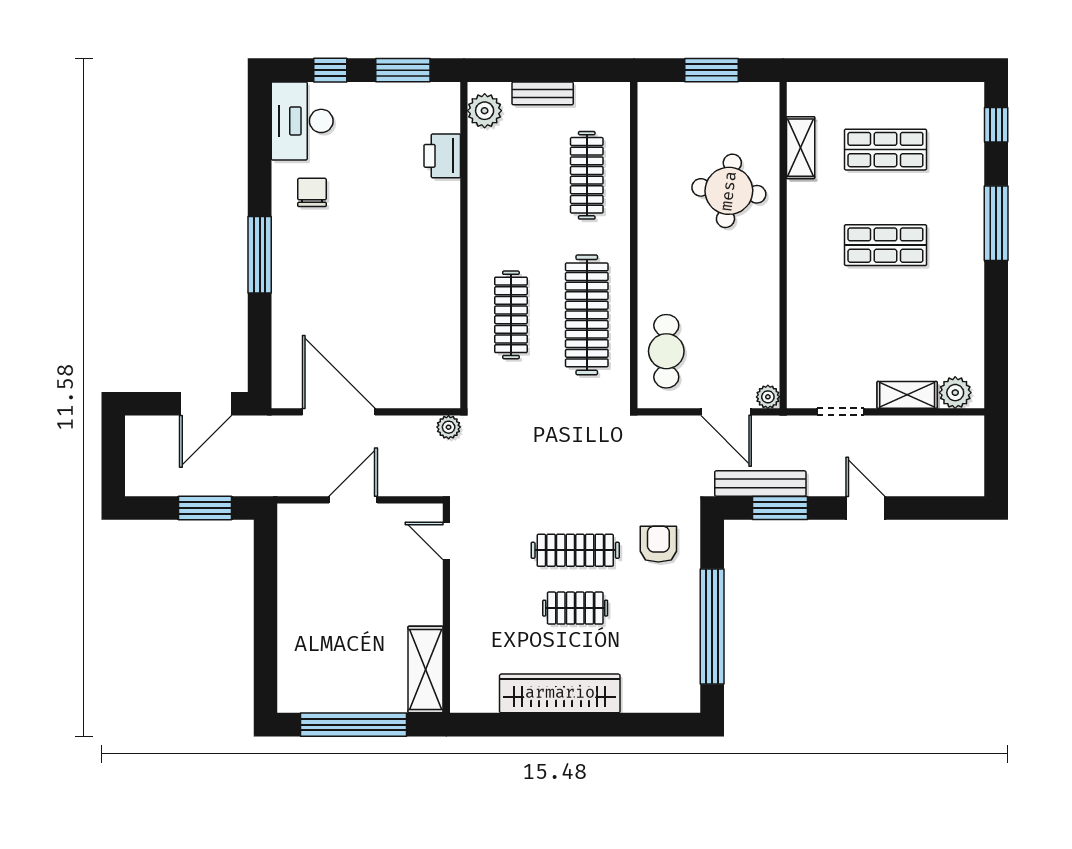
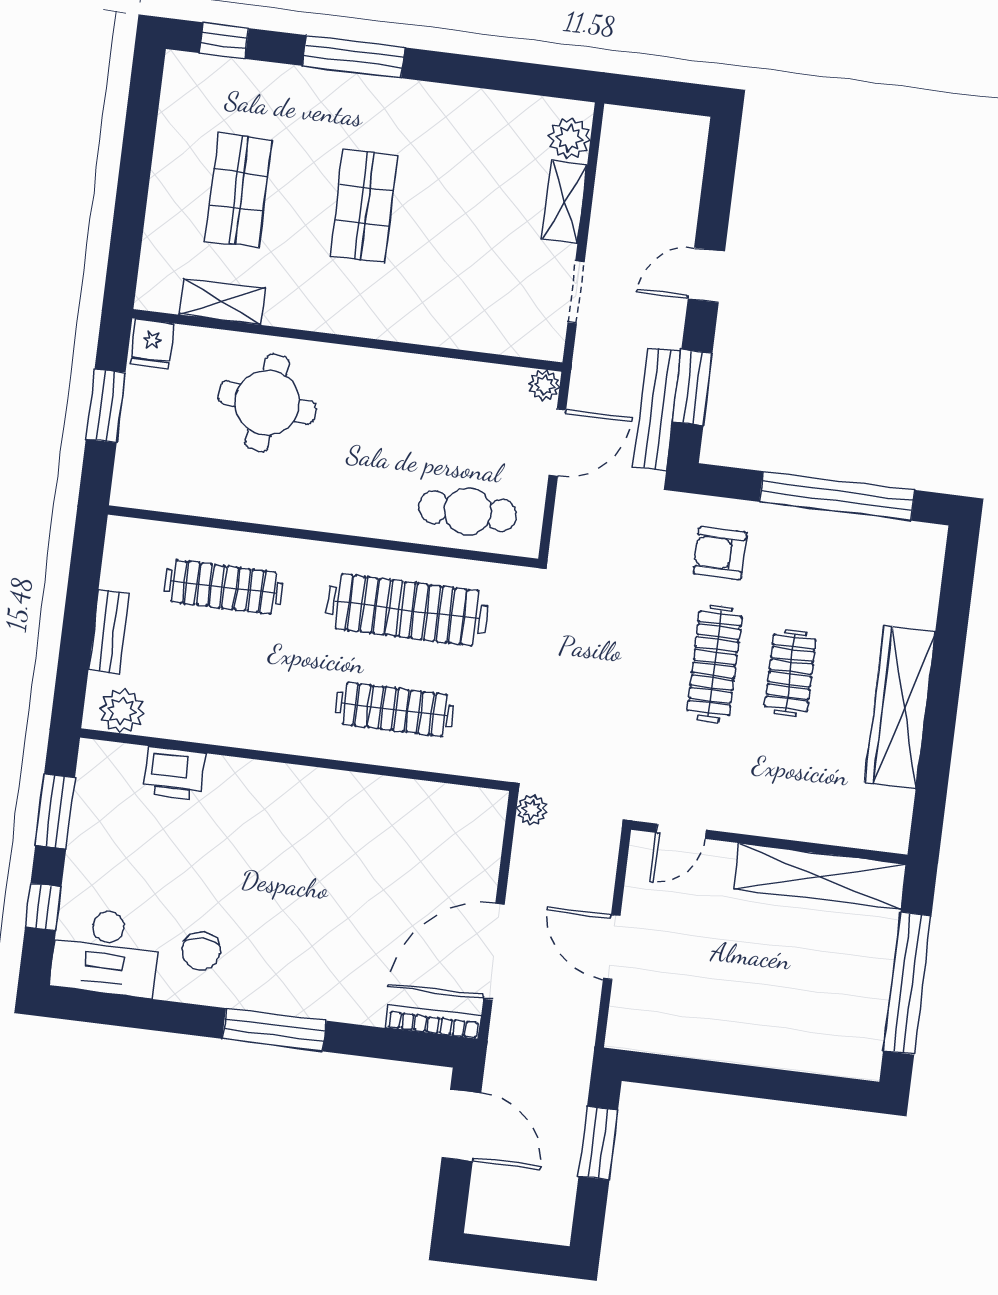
fridge: (762, 99) -> (152, 344), added
chair: (312, 192) -> (201, 951), turned -90
bookcase: (280, 373) -> (433, 1022), added
shelving: (426, 670) -> (820, 876), width x1.47

